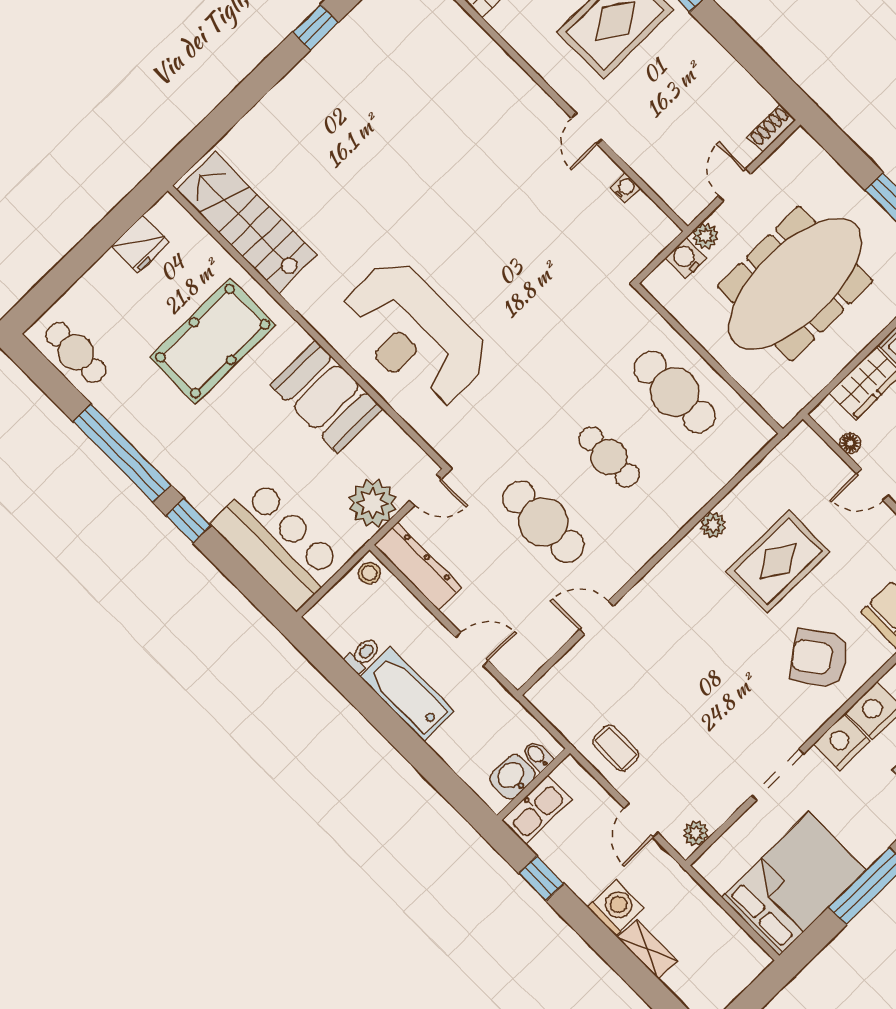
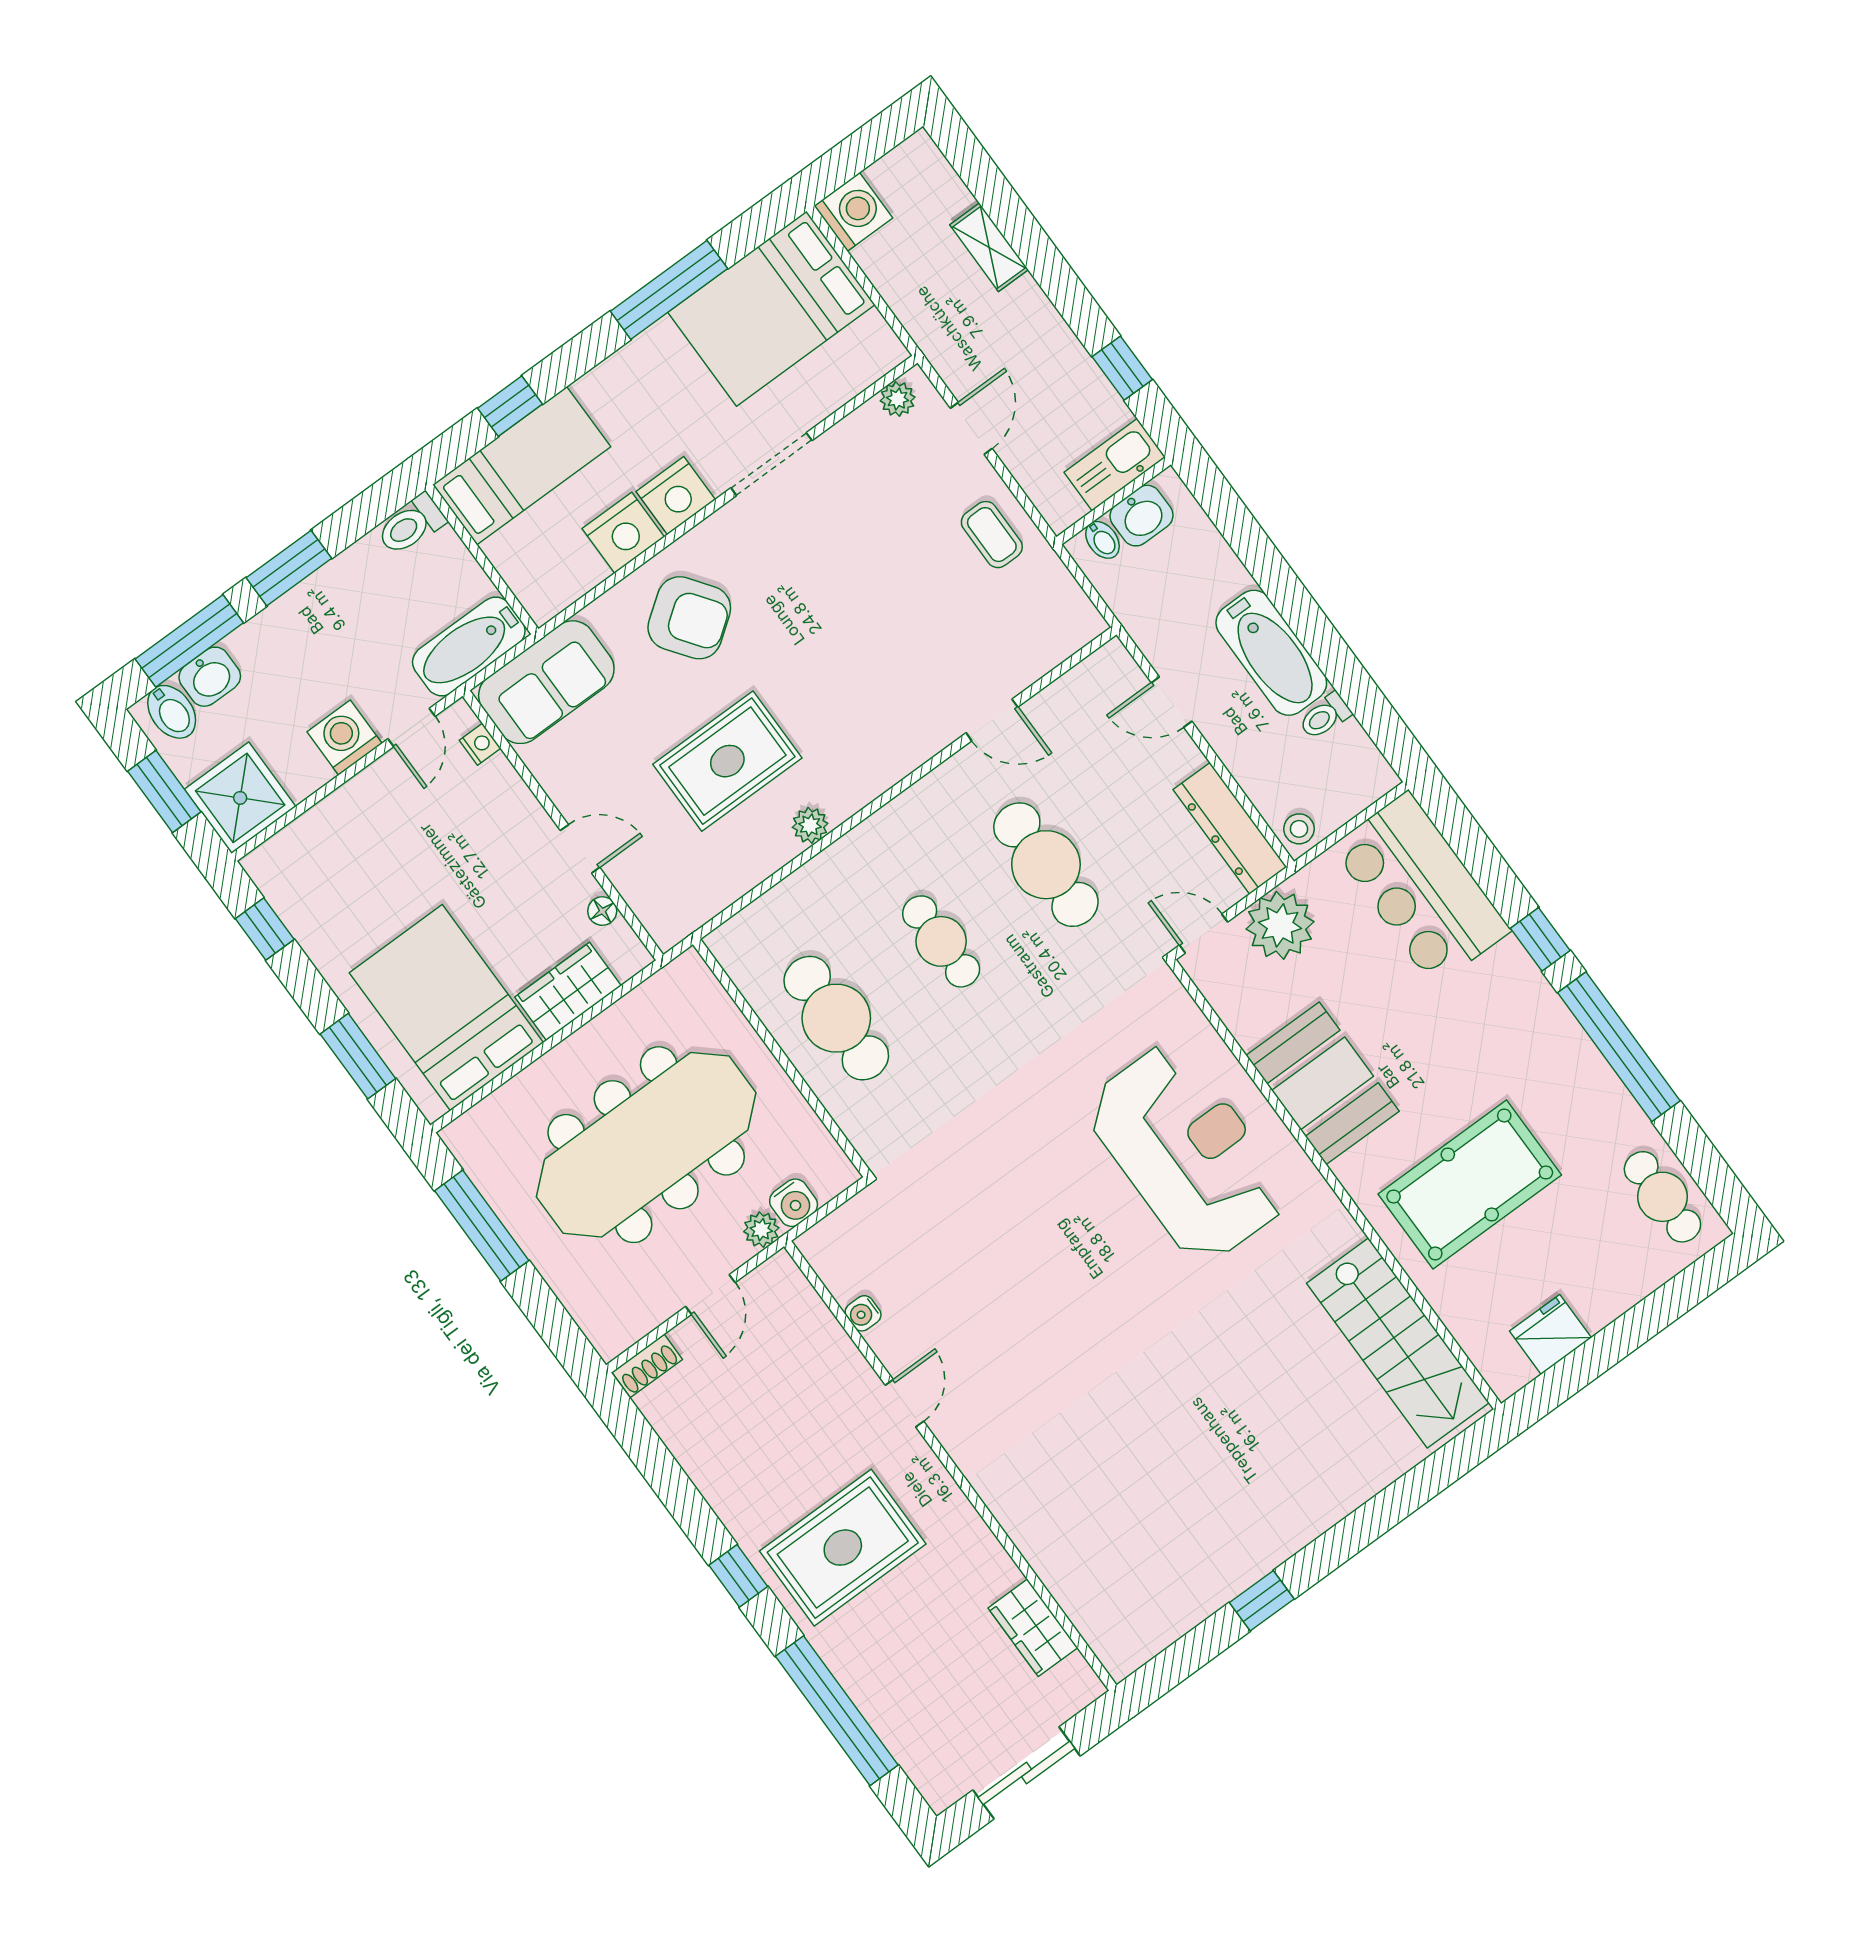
washing machine: (616, 907) -> (853, 212), moved, turned 180

